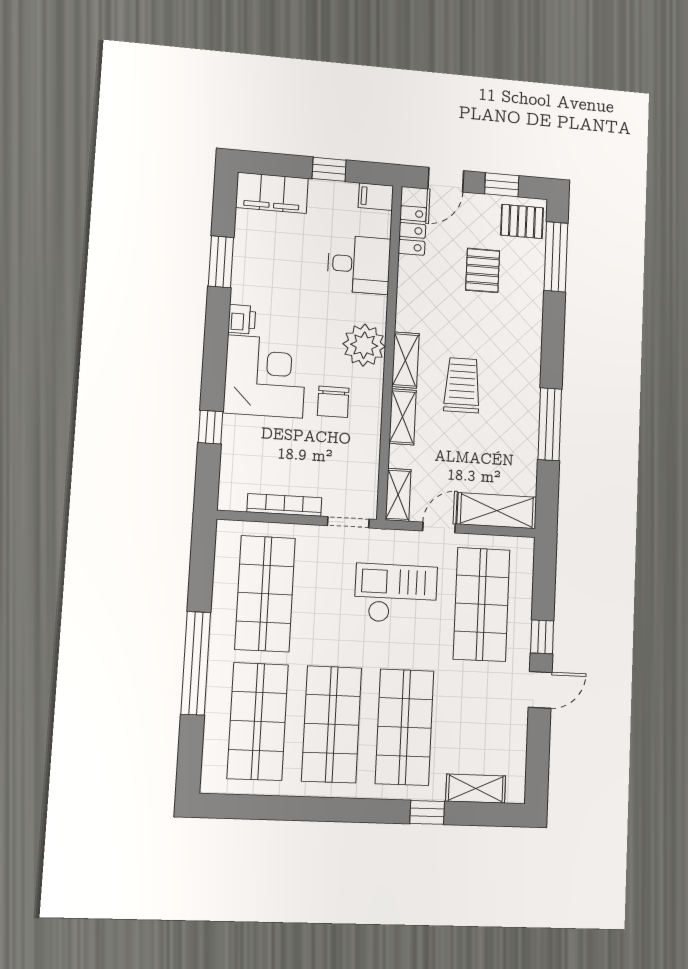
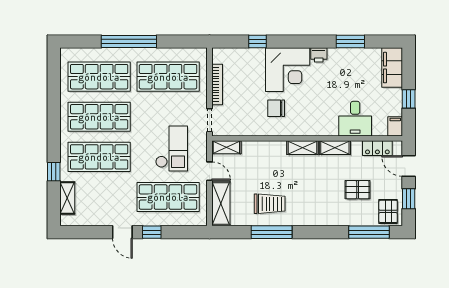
plant: (364, 345) -> (309, 124), removed
trolley: (462, 385) -> (270, 204), moved
shelving: (403, 417) -> (335, 148), moved

